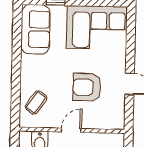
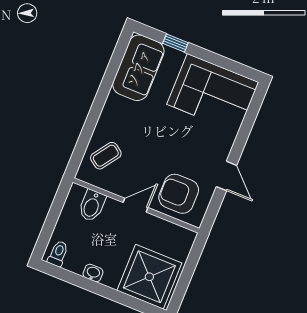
armchair: (87, 87) -> (179, 194), moved

